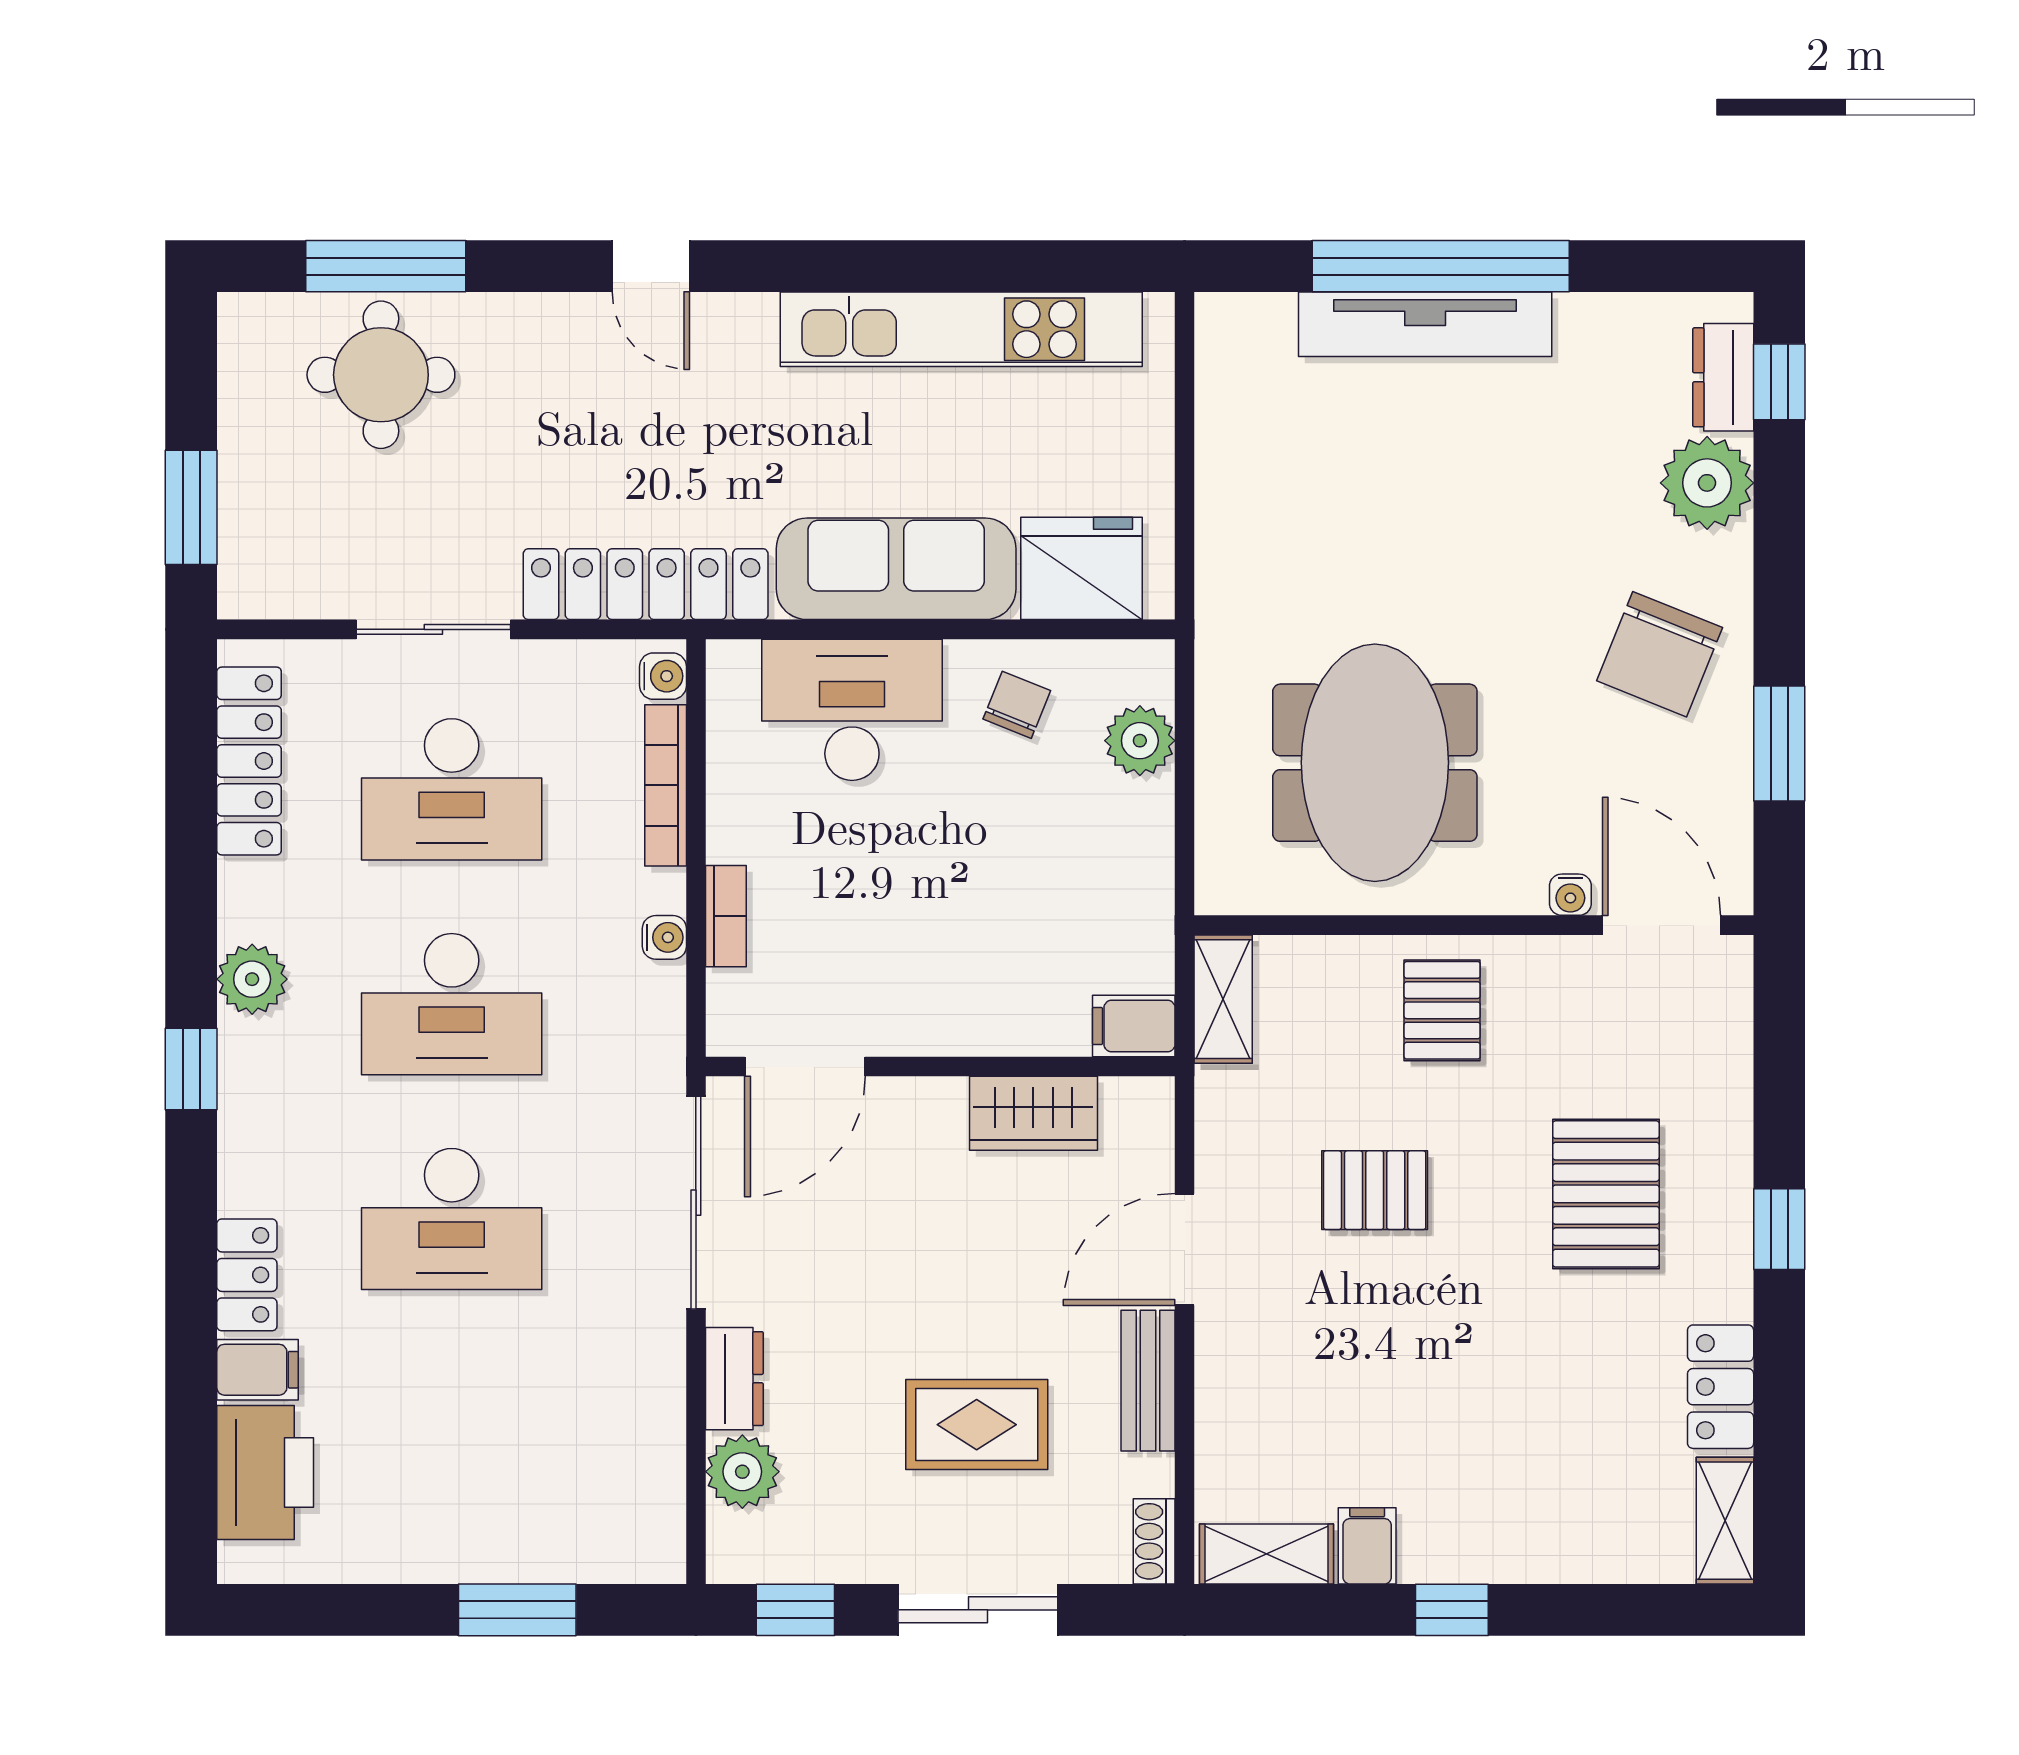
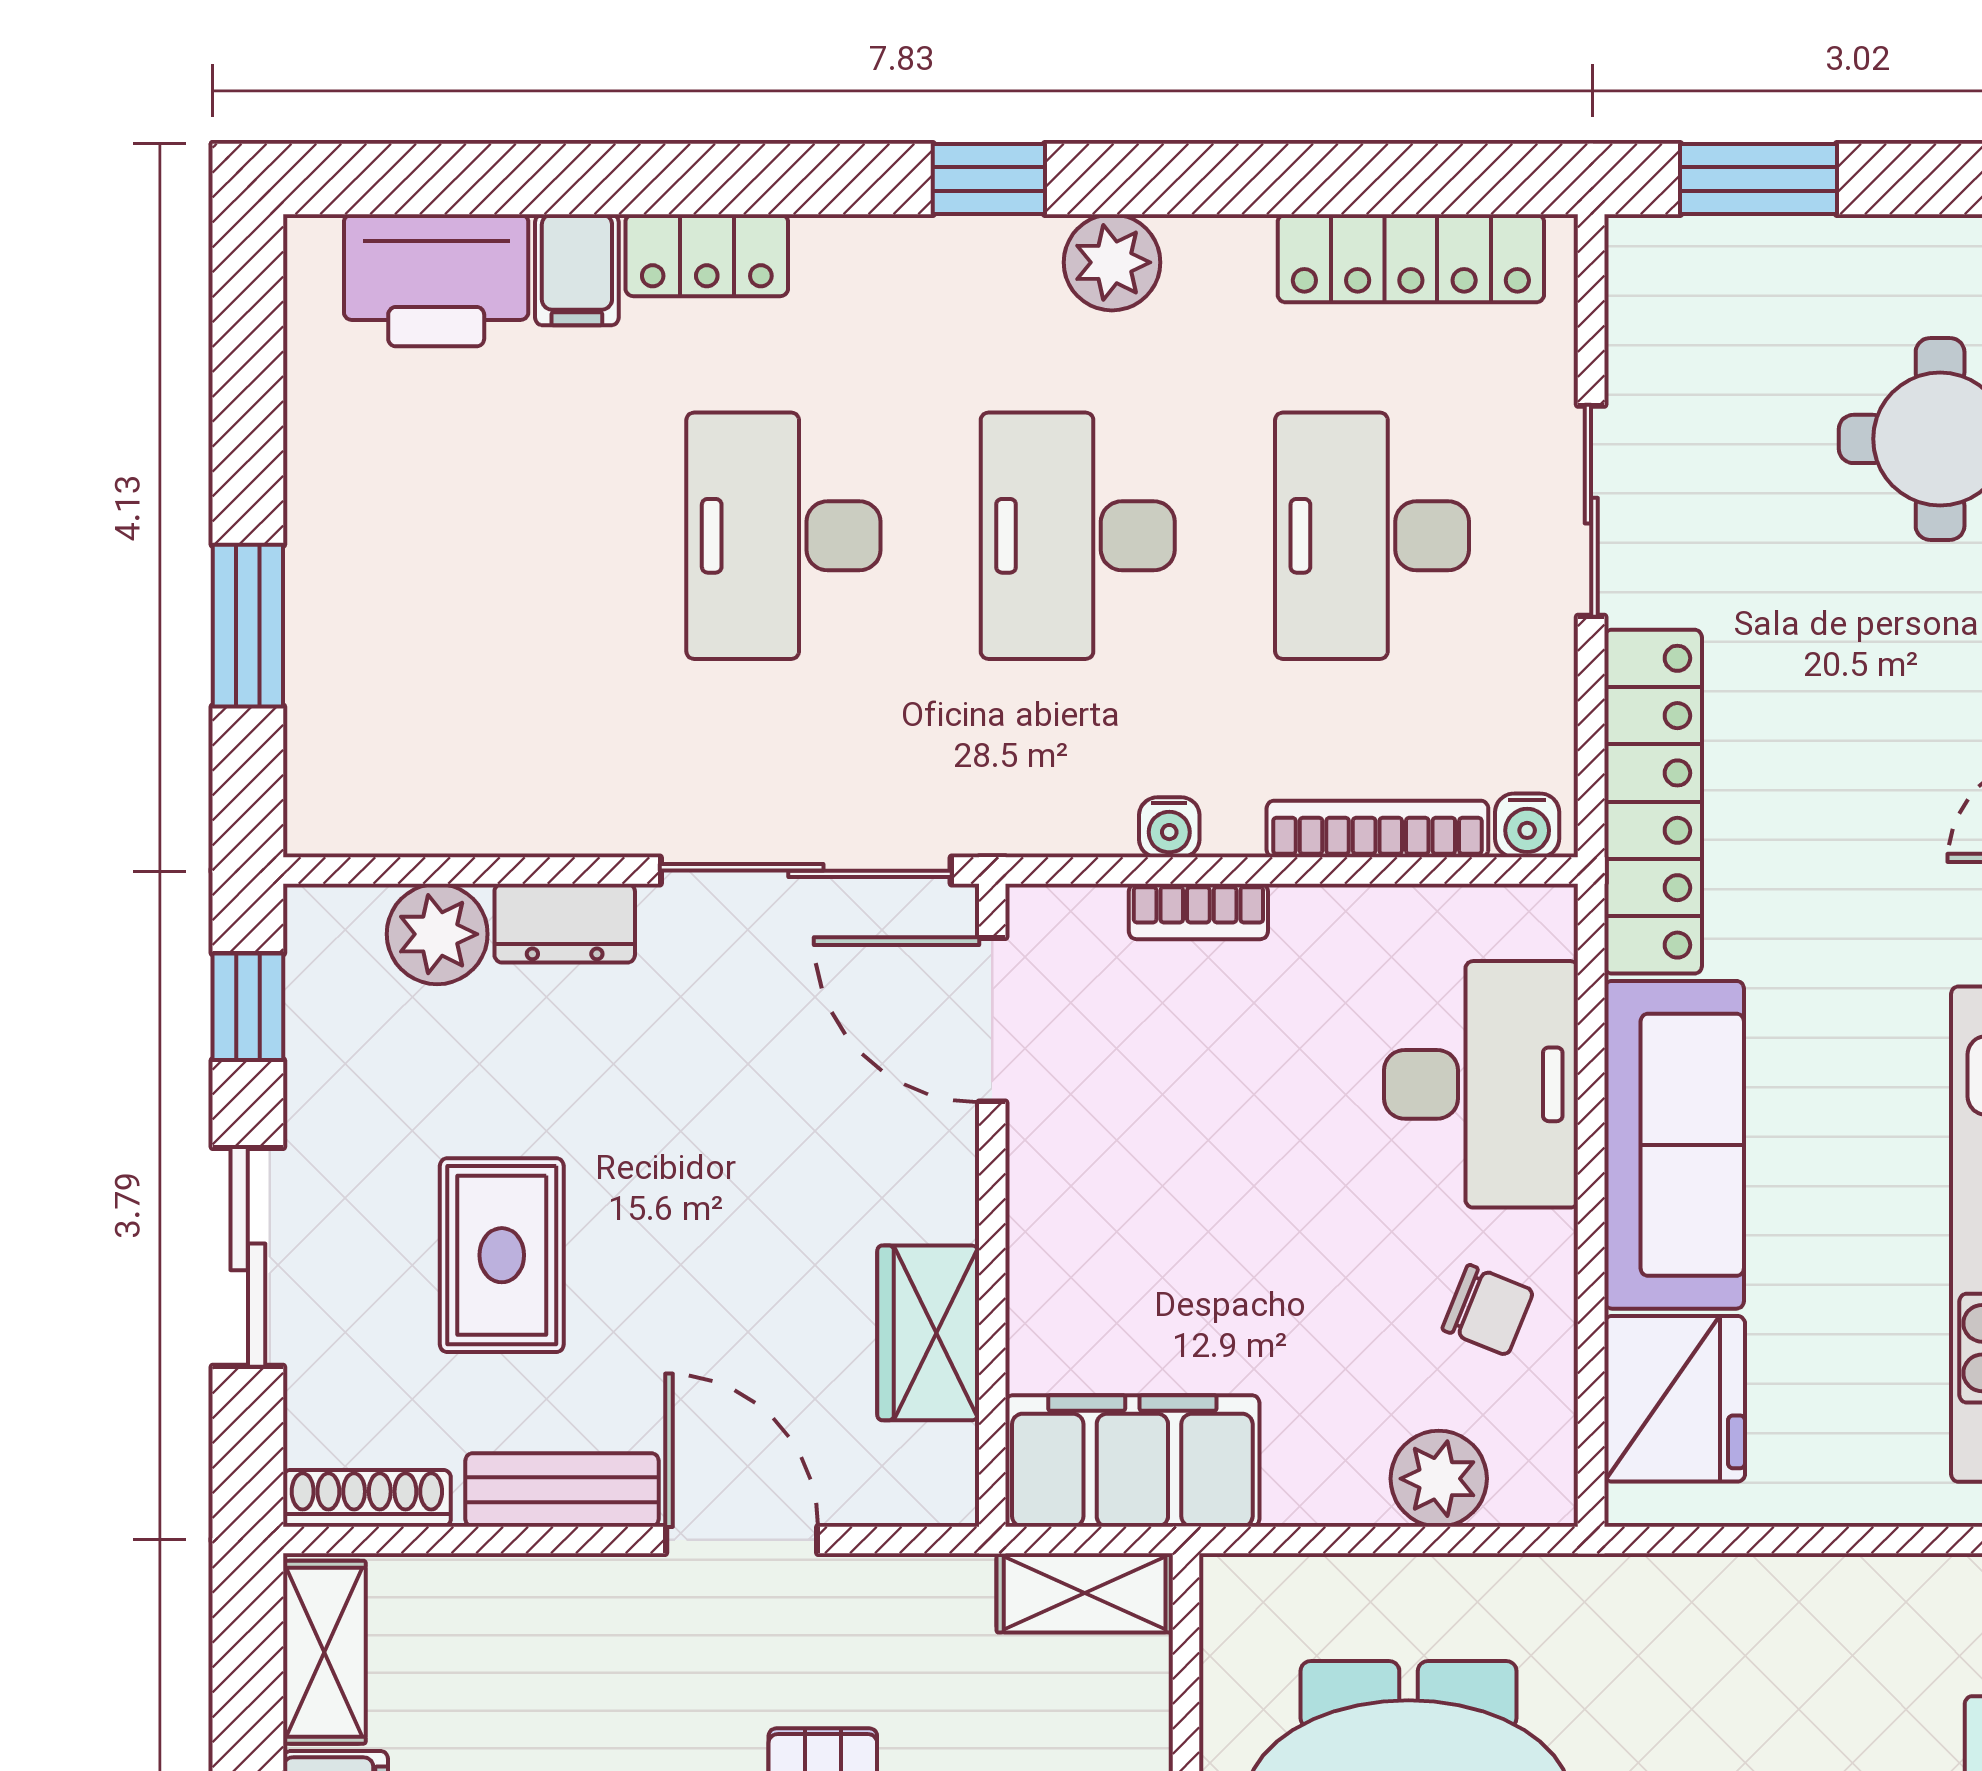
filing cabinet: (1134, 1026) -> (1132, 1461), width x3.00, depth x1.17
shoe rack: (1154, 1541) -> (367, 1498), width x1.43

